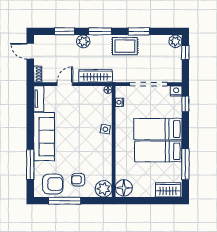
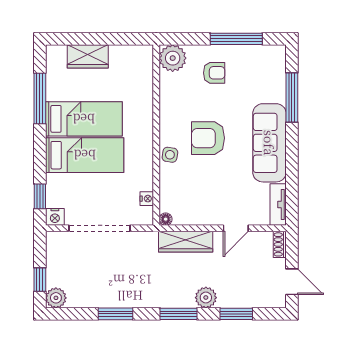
rug: (125, 46) -> (138, 290), removed
armchair: (53, 184) -> (208, 138), moved
floor lamp: (124, 188) -> (140, 60), removed
wardrobe: (168, 190) -> (88, 56), moved

